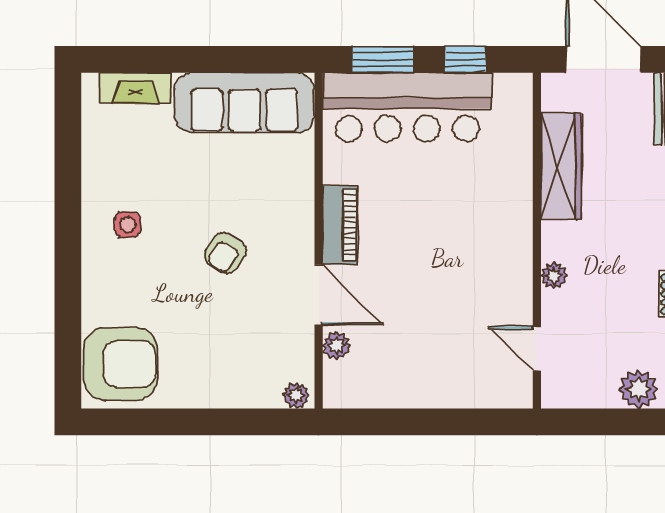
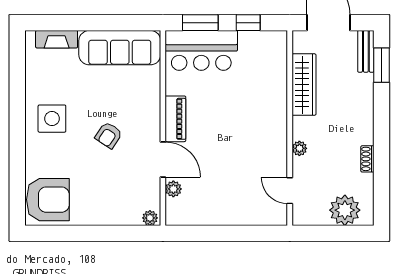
bar counter: (407, 107) -> (201, 50), width x0.73
side table: (128, 225) -> (52, 119), width x1.87, depth x1.87
plant: (639, 389) -> (345, 210), width x1.36, depth x1.36

